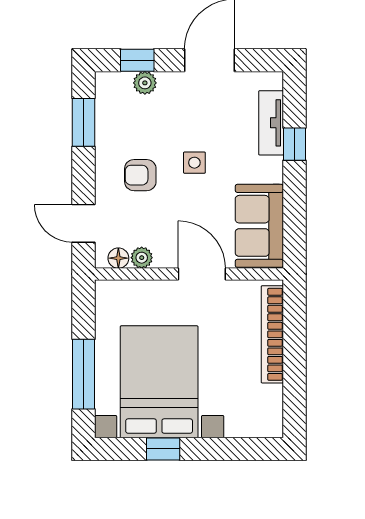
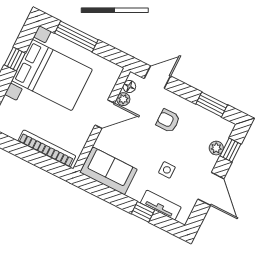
side table: (194, 163) -> (167, 170), moved
armchair: (140, 175) -> (168, 121), turned -90
door: (202, 274) -> (105, 114), moved

